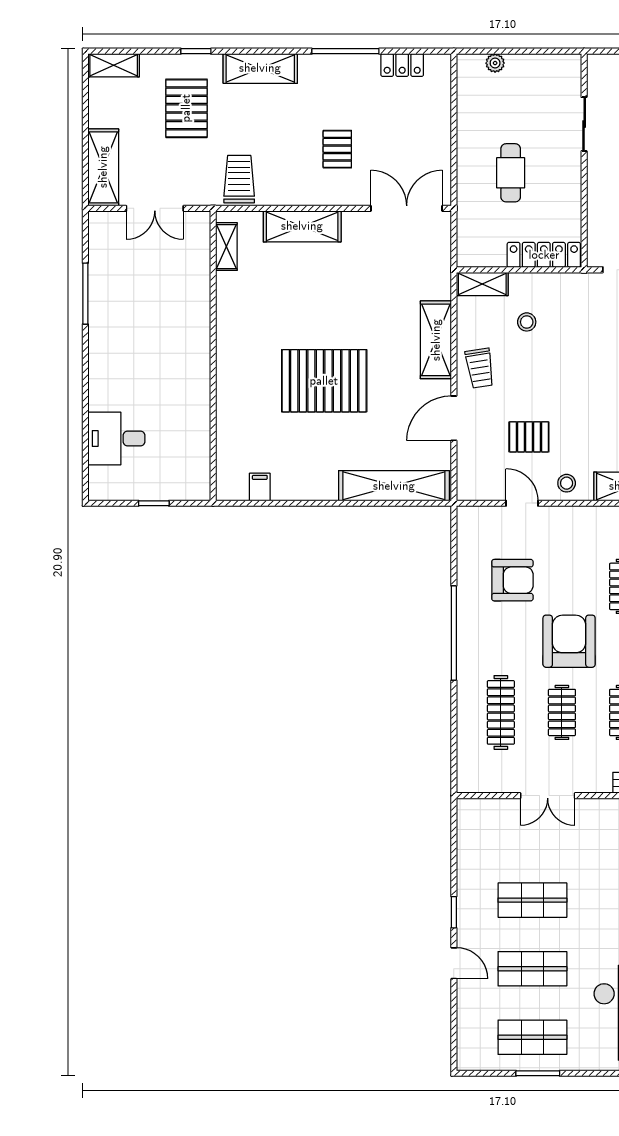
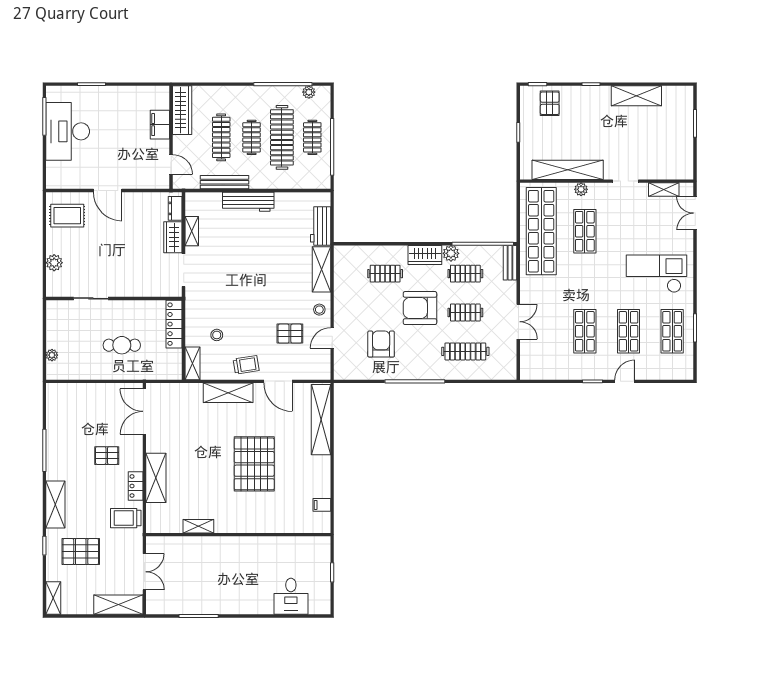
locker: (402, 65) -> (136, 486), moved, turned 180
shelving: (226, 247) -> (198, 526), moved
pallet: (529, 437) -> (290, 334), turned 90

